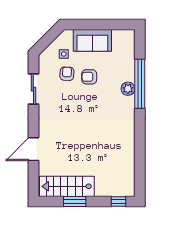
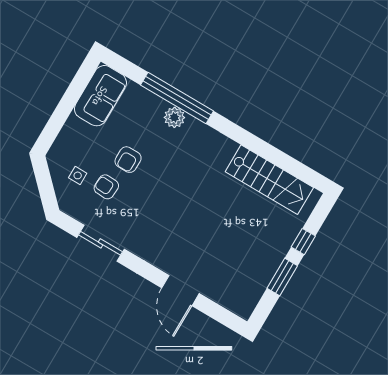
sofa: (92, 40) -> (100, 96), moved
stairs: (67, 186) -> (269, 180), moved, turned -90
window: (119, 201) -> (303, 242), moved

